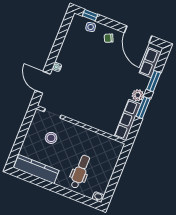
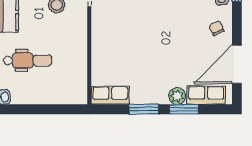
plant: (138, 95) -> (177, 96), moved
row of seats: (127, 120) -> (110, 95), width x0.68

